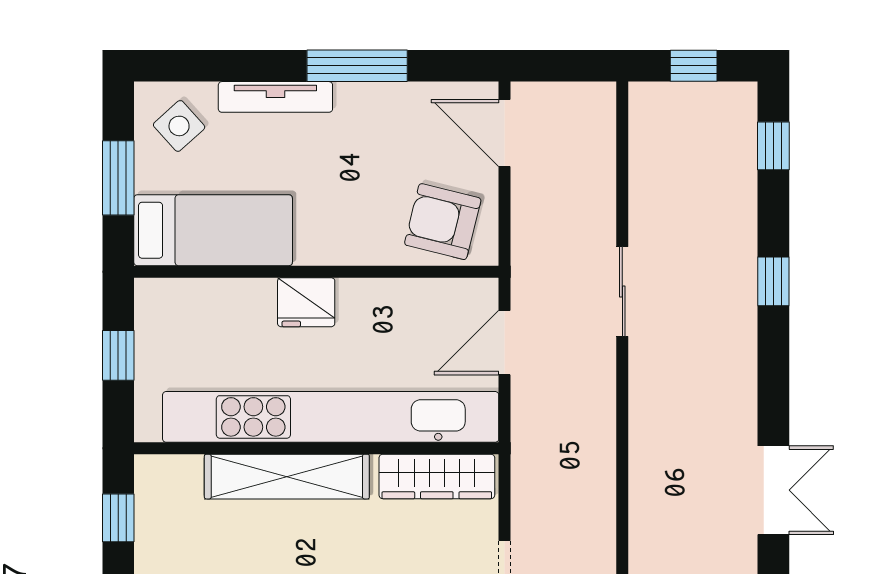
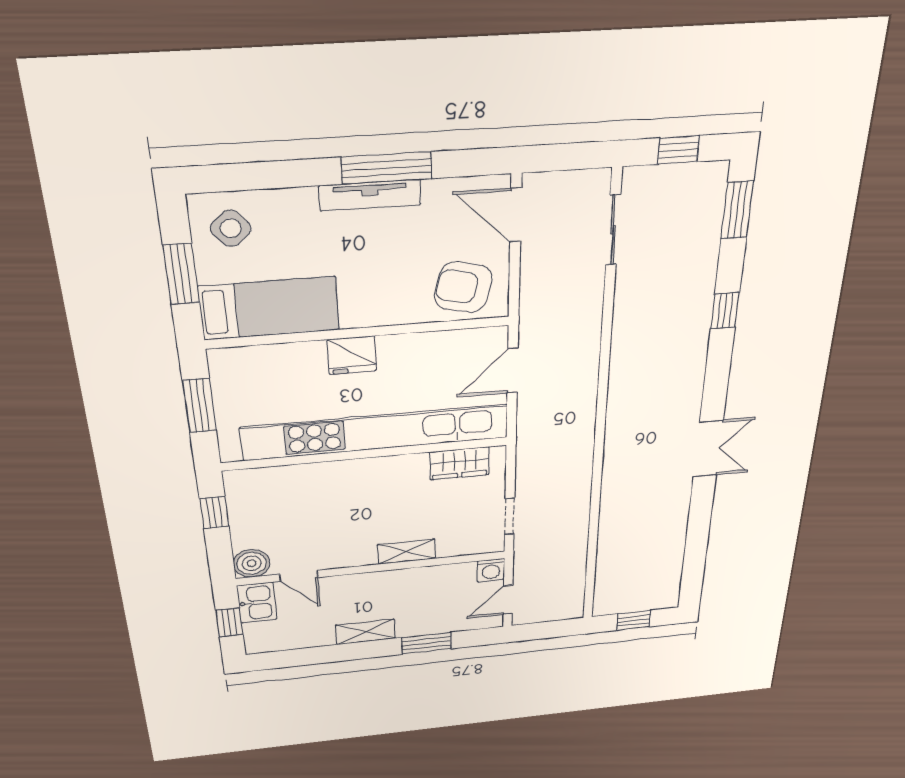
tv unit: (275, 97) -> (370, 195), moved
window: (773, 146) -> (737, 210), width x1.50
sliding door: (622, 292) -> (613, 230), moved
window: (118, 355) -> (199, 406), width x1.50
wardrobe: (437, 476) -> (459, 463), width x0.67
shelving: (287, 477) -> (344, 474), removed

